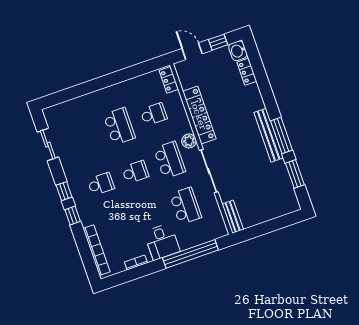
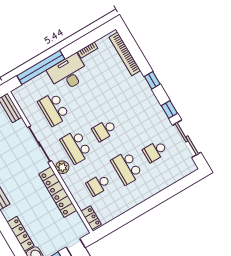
locker: (247, 72) -> (20, 234), width x1.53
sliding door: (48, 145) -> (187, 139), width x1.37
school desk: (101, 184) -> (155, 151), moved
window: (64, 191) -> (169, 109), moved
desk: (162, 242) -> (68, 73), width x1.37

